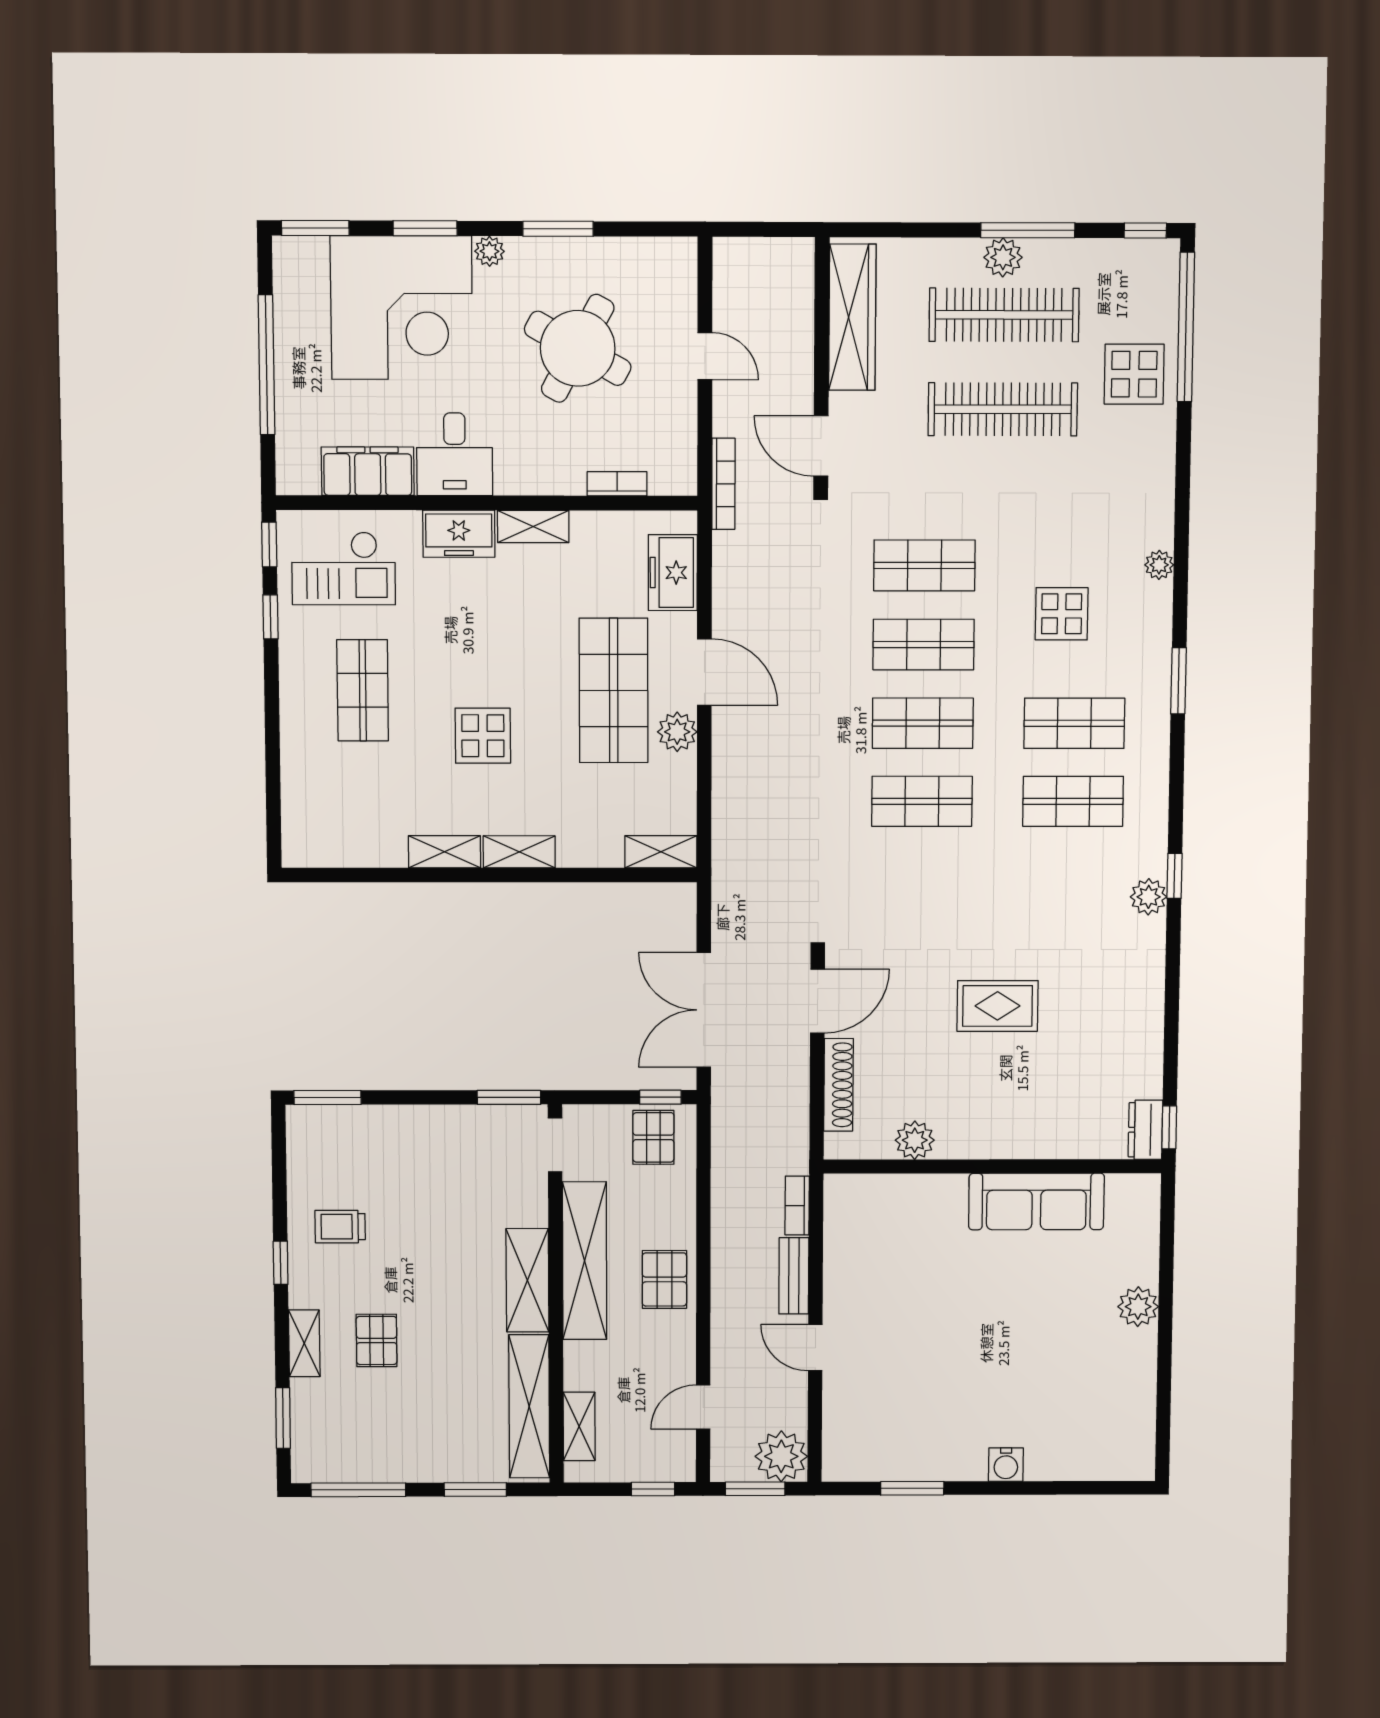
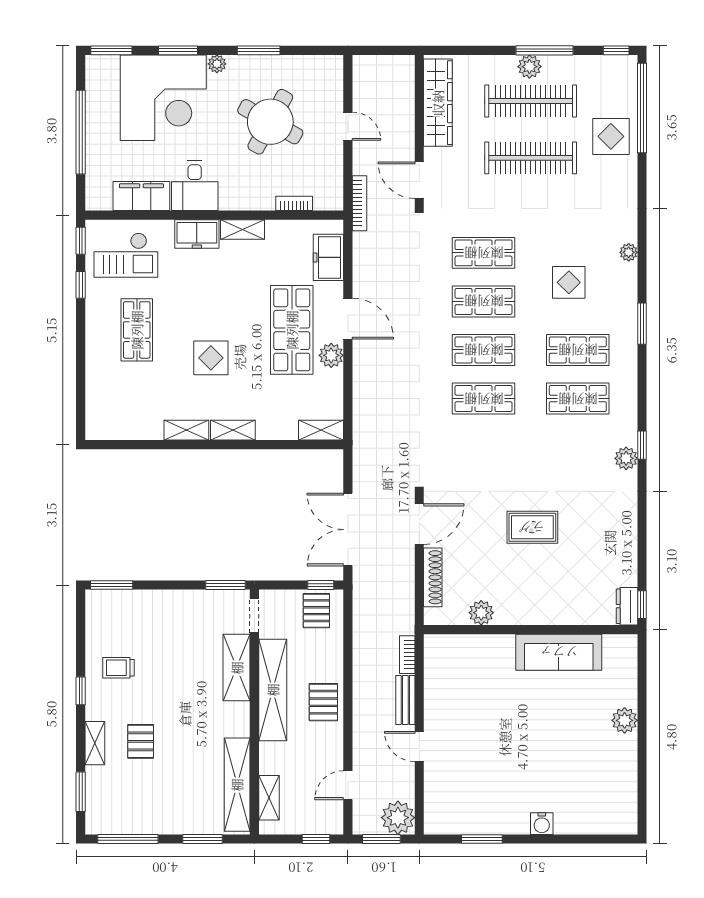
shelving: (527, 1280) -> (237, 668), moved

